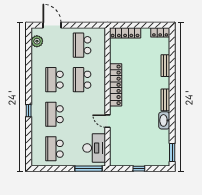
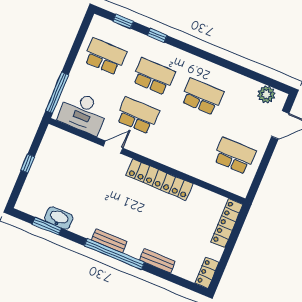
school desk: (82, 80) -> (137, 115), moved
window: (172, 93) -> (114, 254), added
window: (29, 111) -> (157, 35), moved
washbasin: (164, 120) -> (59, 218), moved
window: (29, 146) -> (123, 21), added
window: (172, 153) -> (47, 226), moved

